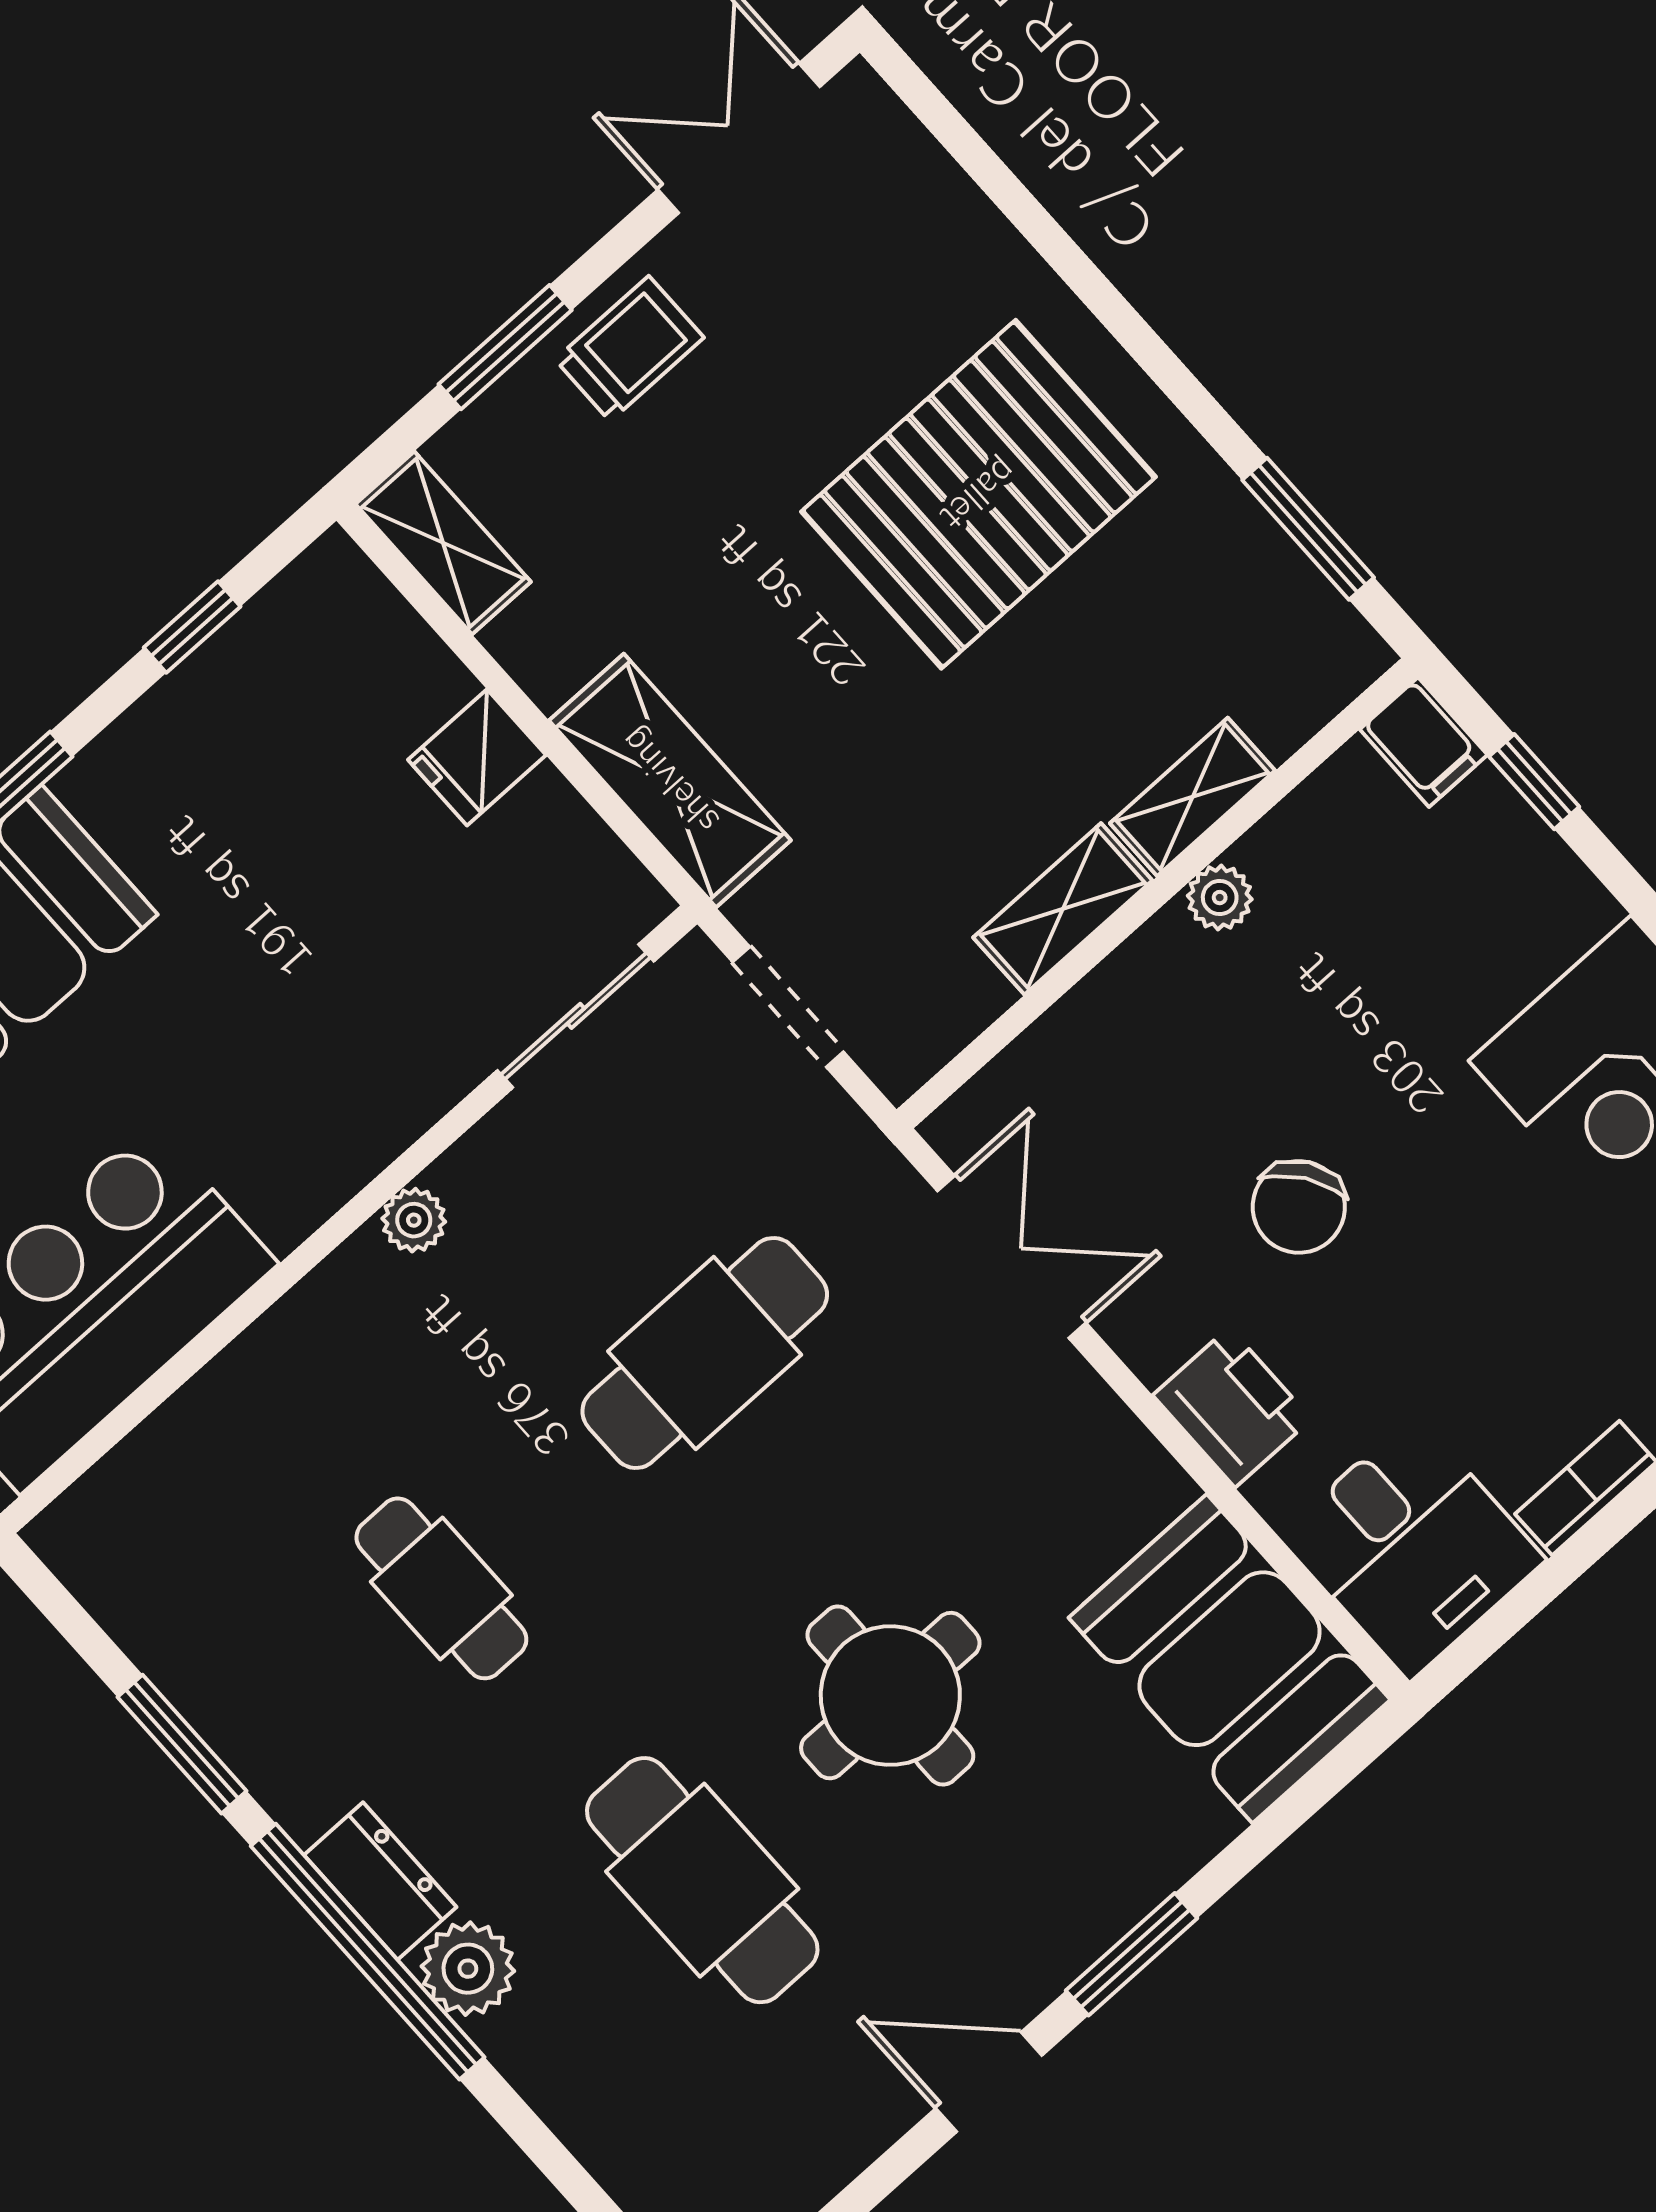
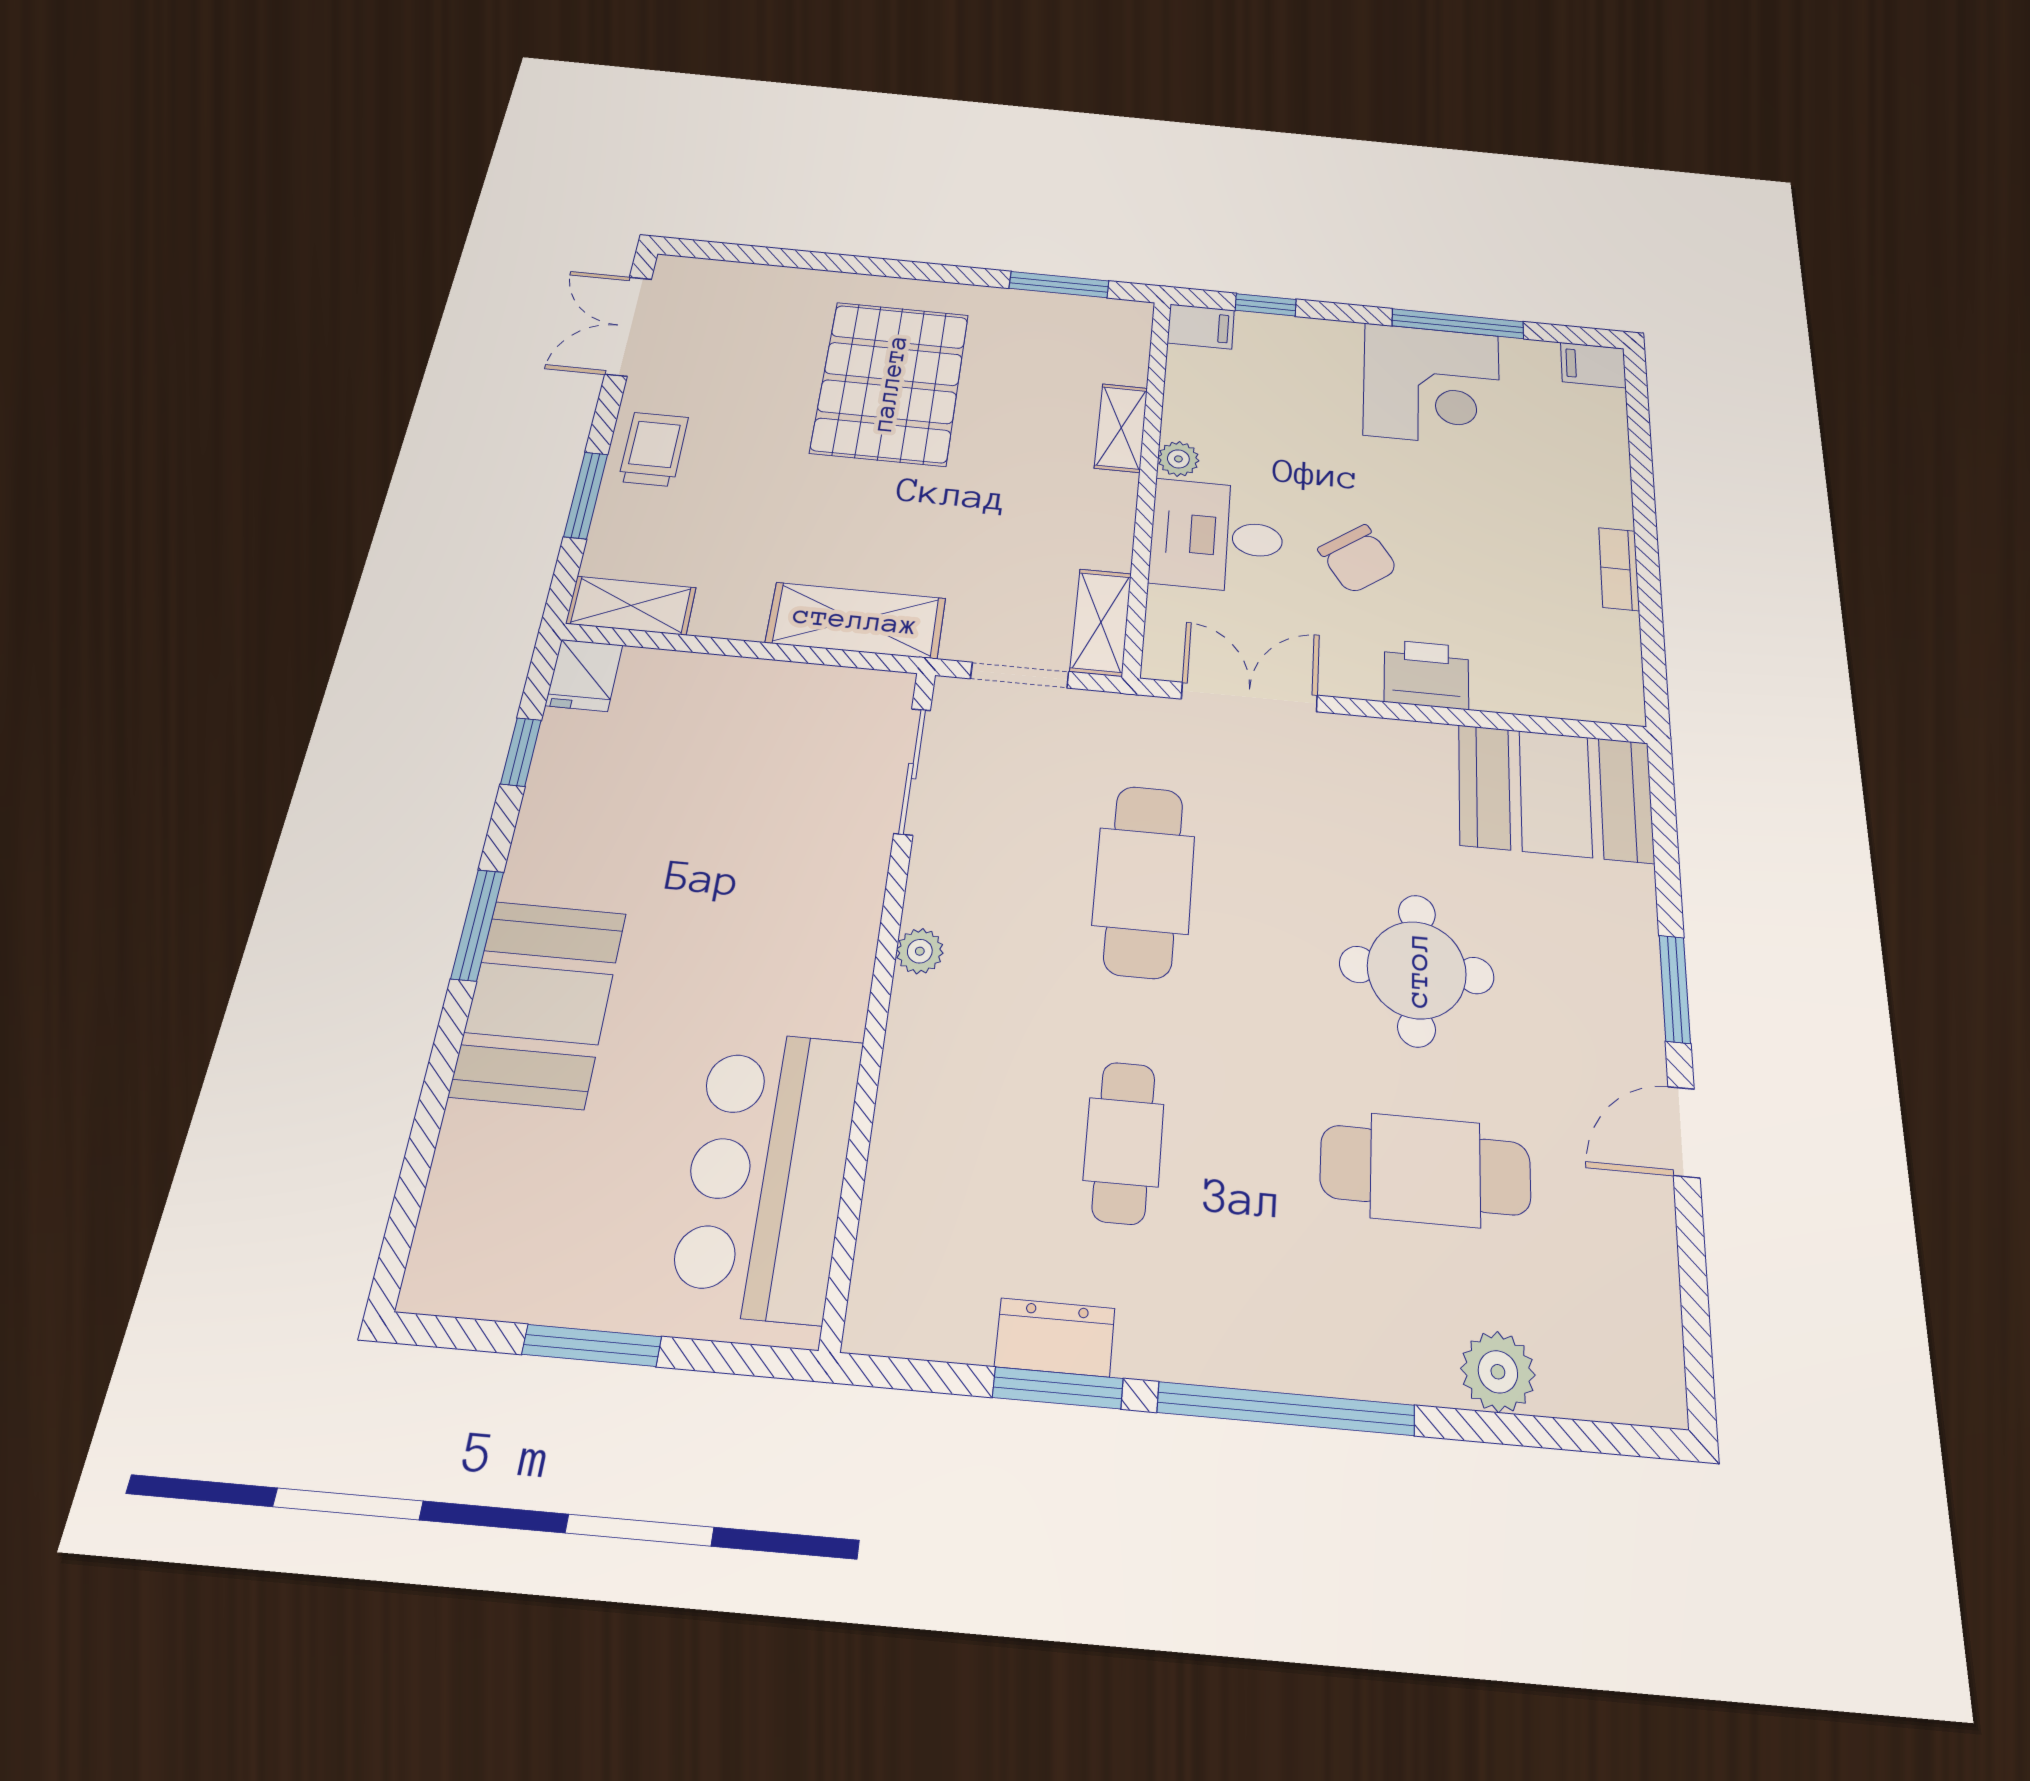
fridge: (477, 757) -> (584, 675), moved
shelving: (1063, 909) -> (1101, 622), moved
desk: (1412, 1547) -> (1217, 536), moved, turned 180
cafe table: (441, 1588) -> (1124, 1142), turned 90
dresser: (380, 1881) -> (1055, 1337), moved
plant: (468, 1969) -> (1498, 1372), moved

